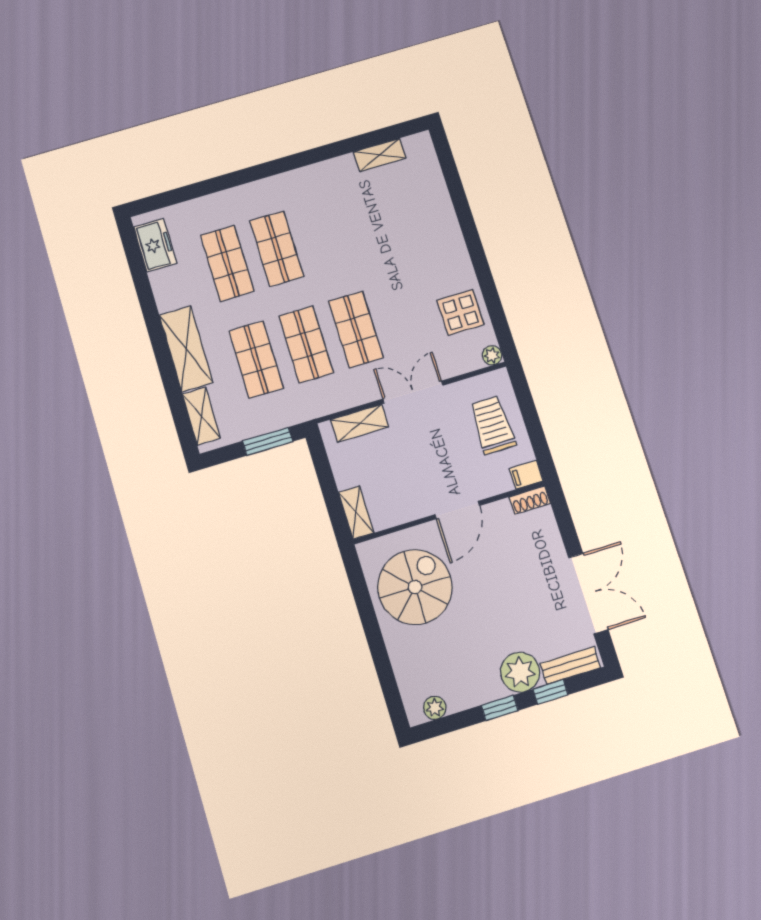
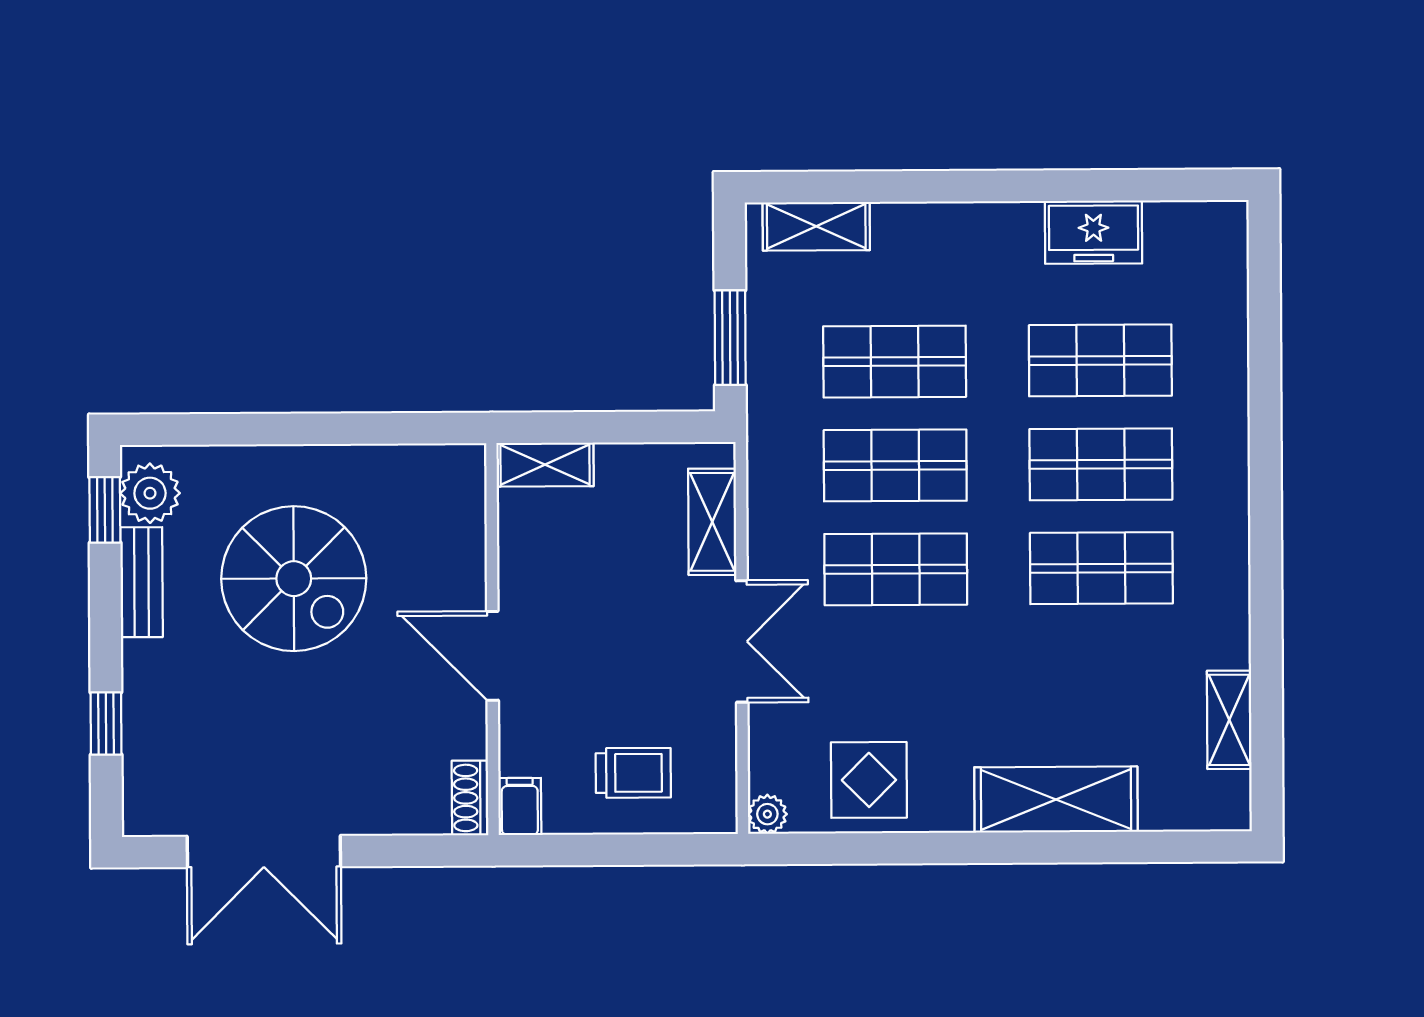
shop shelf: (326, 234) -> (1101, 568), added
freezer: (155, 245) -> (1094, 232), moved
shelving: (186, 349) -> (1056, 800), moved
trolley: (493, 425) -> (633, 773), width x0.73, depth x0.72
spiral stairs: (415, 587) -> (294, 579), moved
bench: (570, 666) -> (141, 582), moved
plant: (520, 672) -> (159, 679), removed
plant: (435, 708) -> (150, 493), width x1.38, depth x1.38
window: (500, 708) -> (105, 510), moved

